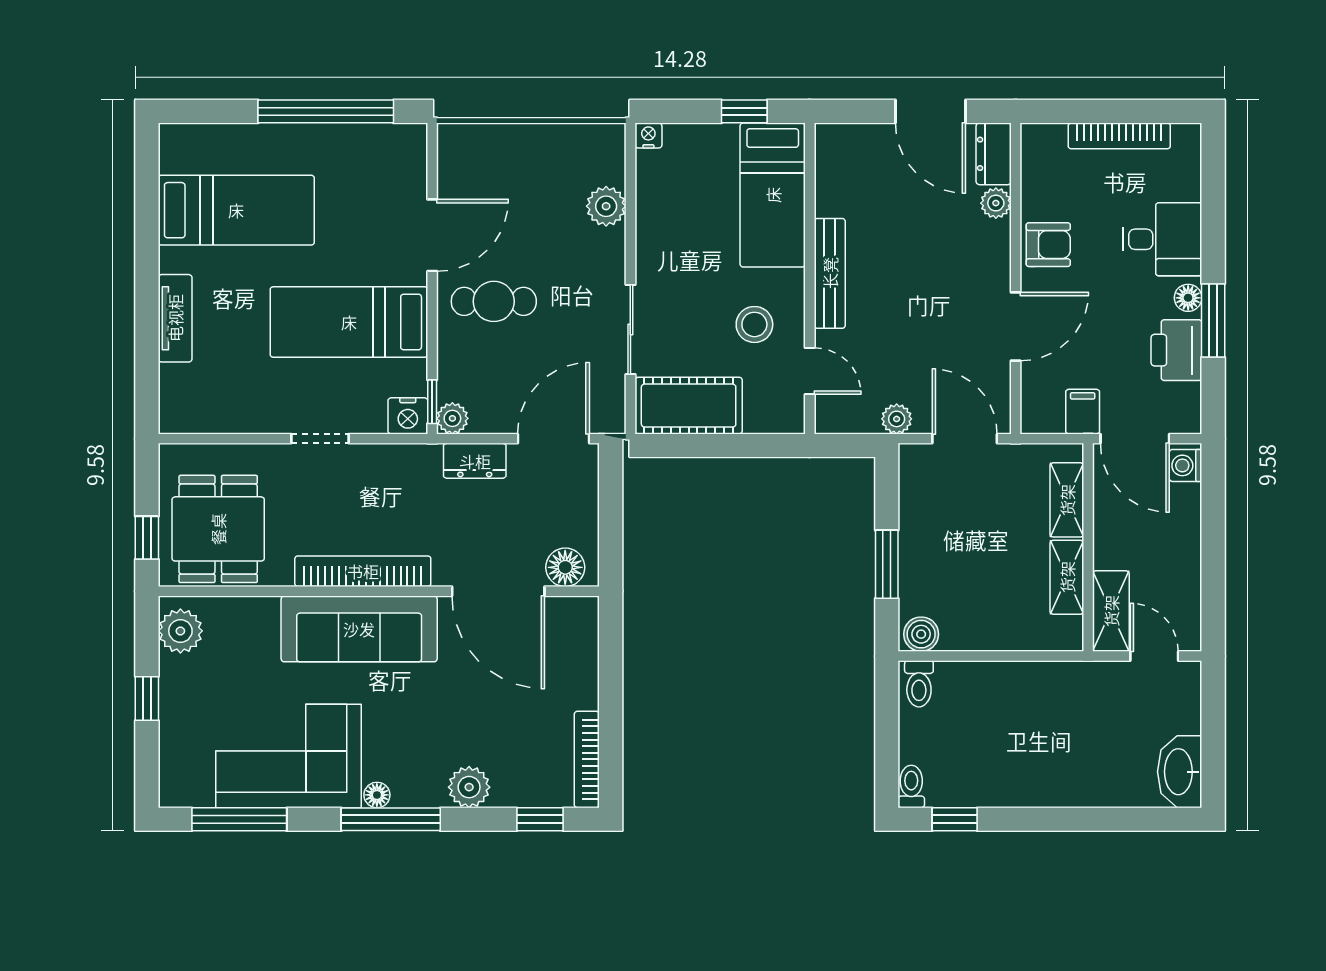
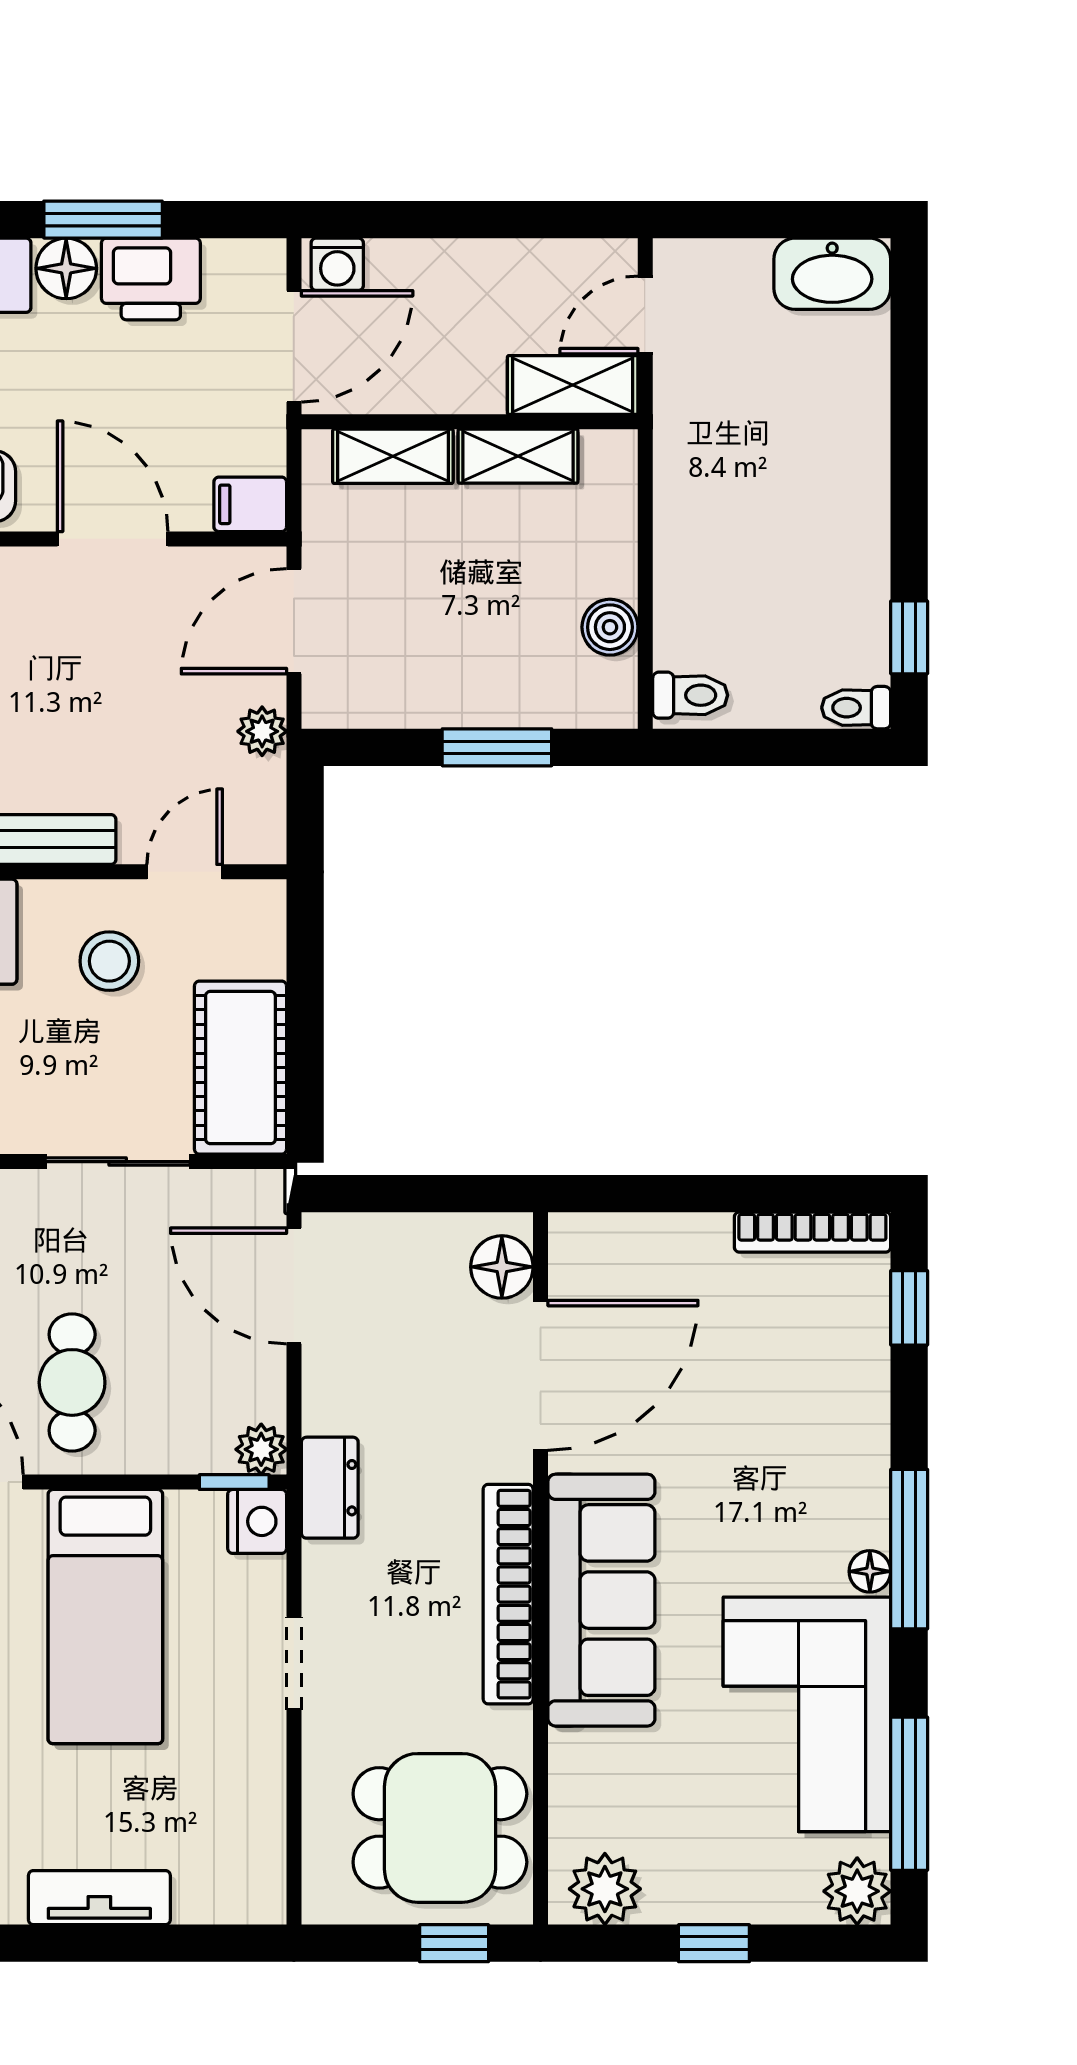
floor lamp: (1188, 298) -> (66, 268), width x1.37, depth x1.37
filing cabinet: (1083, 412) -> (250, 504), moved
dresser: (475, 461) -> (330, 1488), moved
boiler: (921, 634) -> (610, 627), moved
plant: (469, 787) -> (857, 1891), moved

